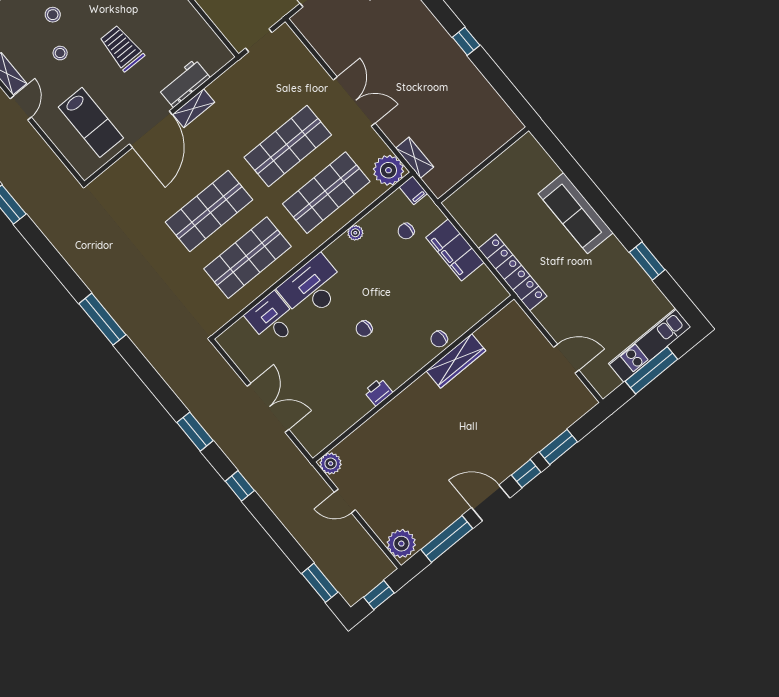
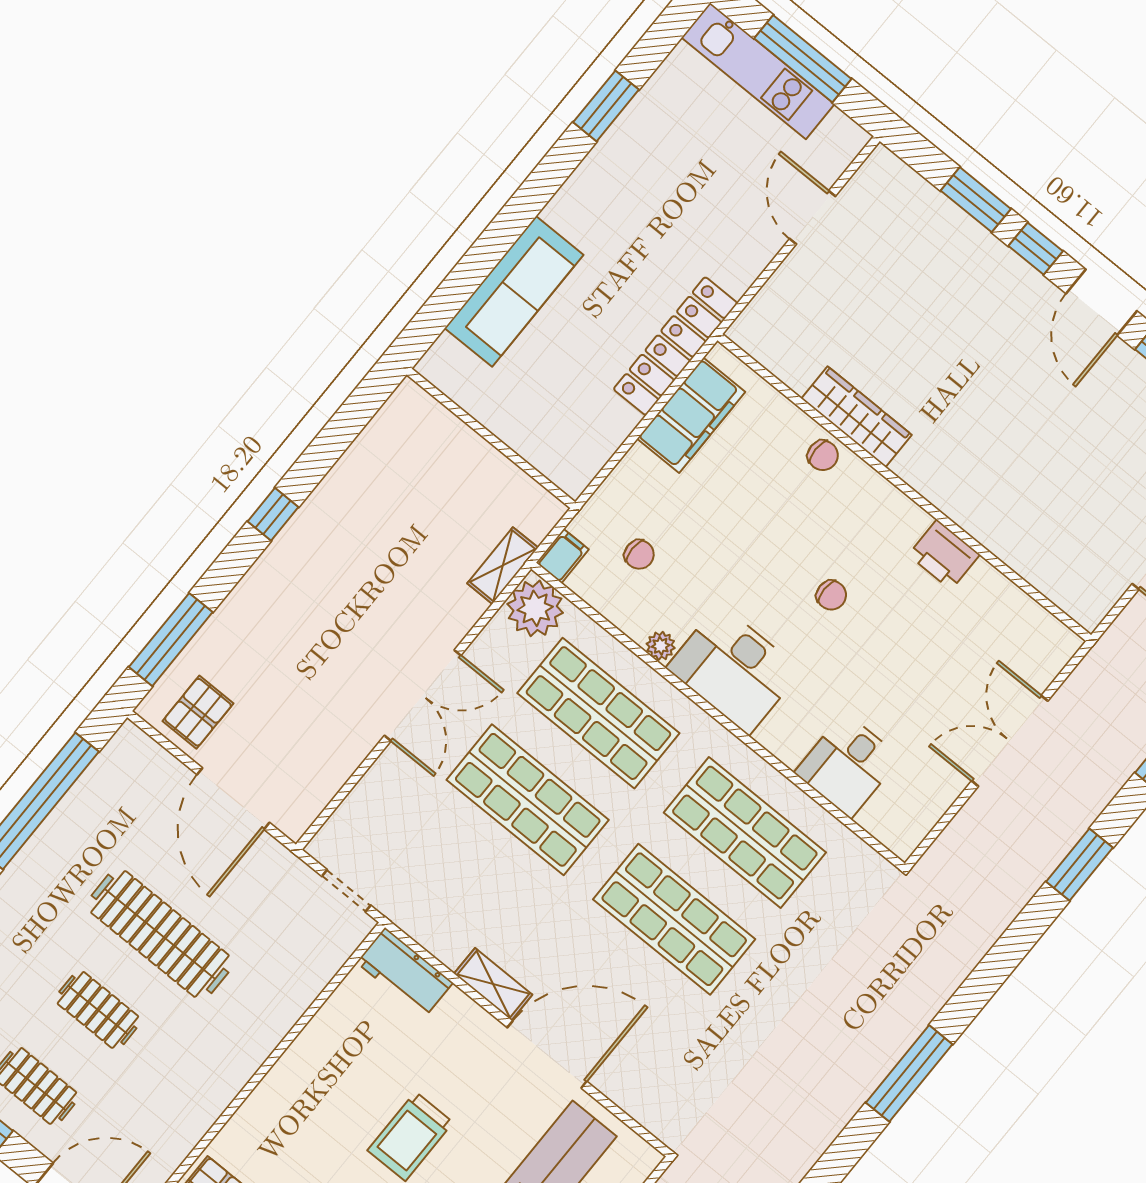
workbench: (184, 83) -> (405, 973), moved
double door: (354, 101) -> (423, 695), swing flipped
sofa: (576, 213) -> (514, 291), moved
filing cabinet: (455, 250) -> (691, 415), moved
desk: (312, 288) -> (734, 669), moved
printer: (378, 392) -> (944, 555), width x1.36, depth x1.24
plant: (331, 464) -> (1088, 607), removed

